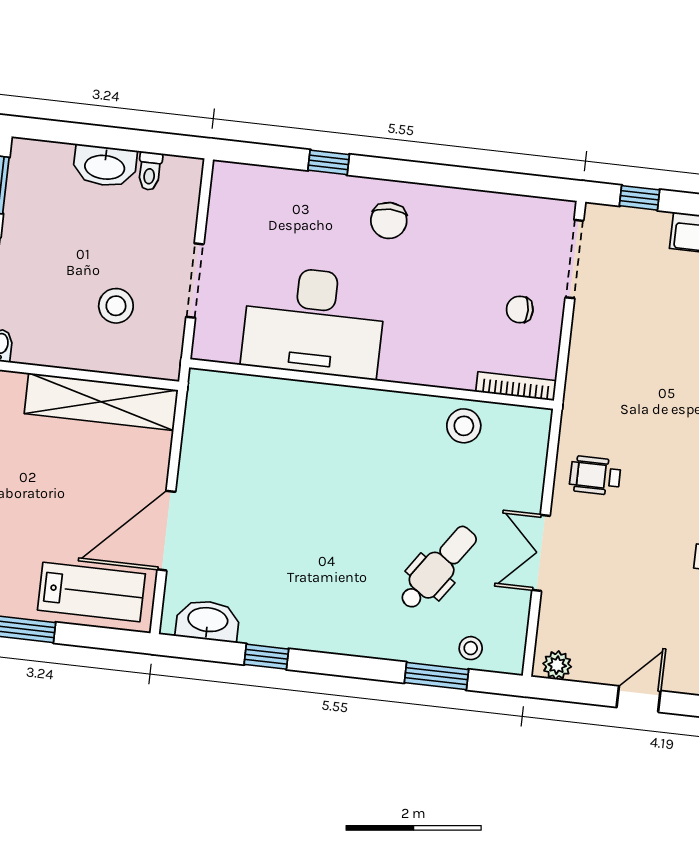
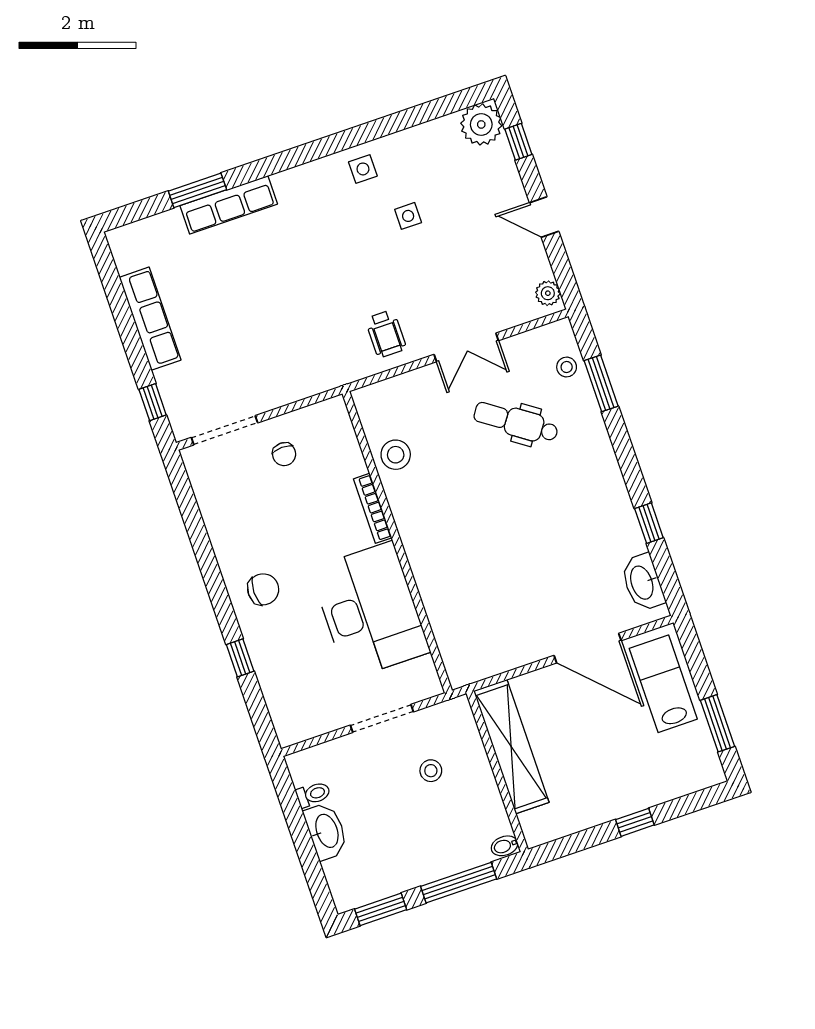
stool: (116, 306) -> (431, 771), width x0.73, depth x0.73
bookcase: (516, 386) -> (373, 508), moved

